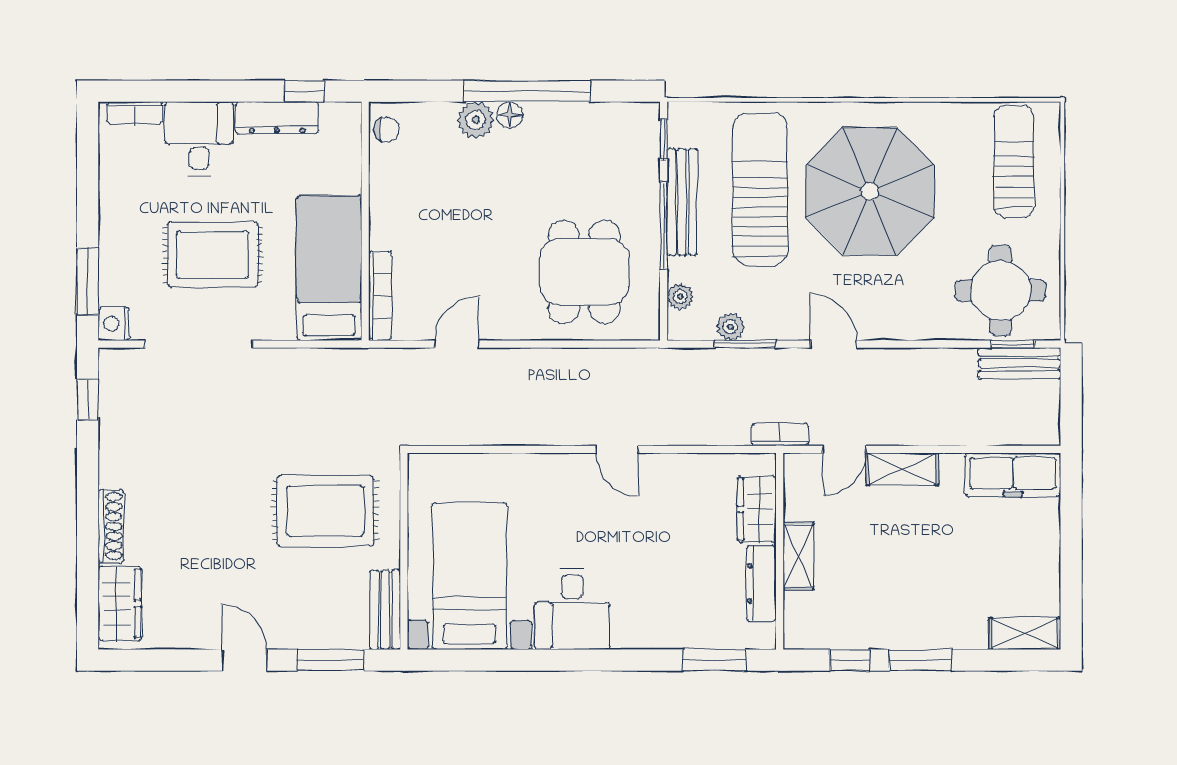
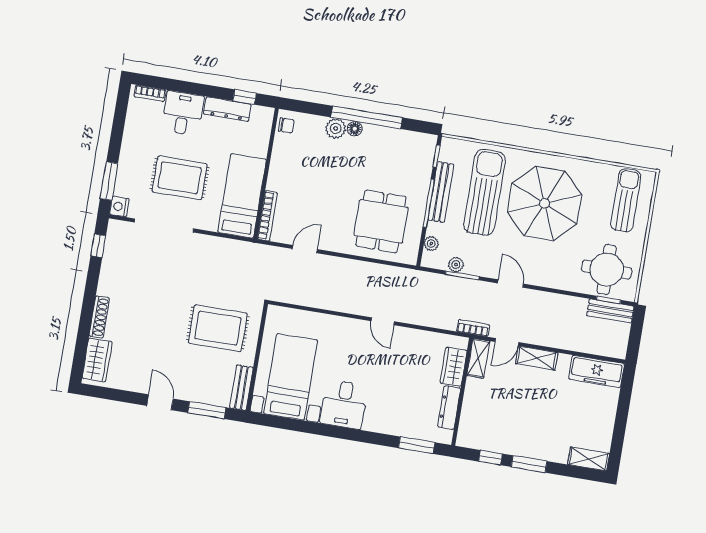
shelving: (798, 556) -> (478, 358), moved

